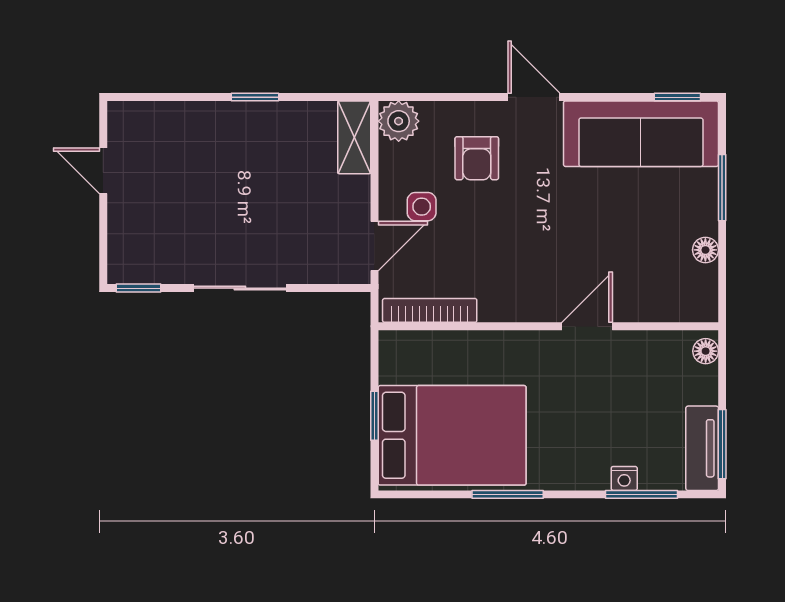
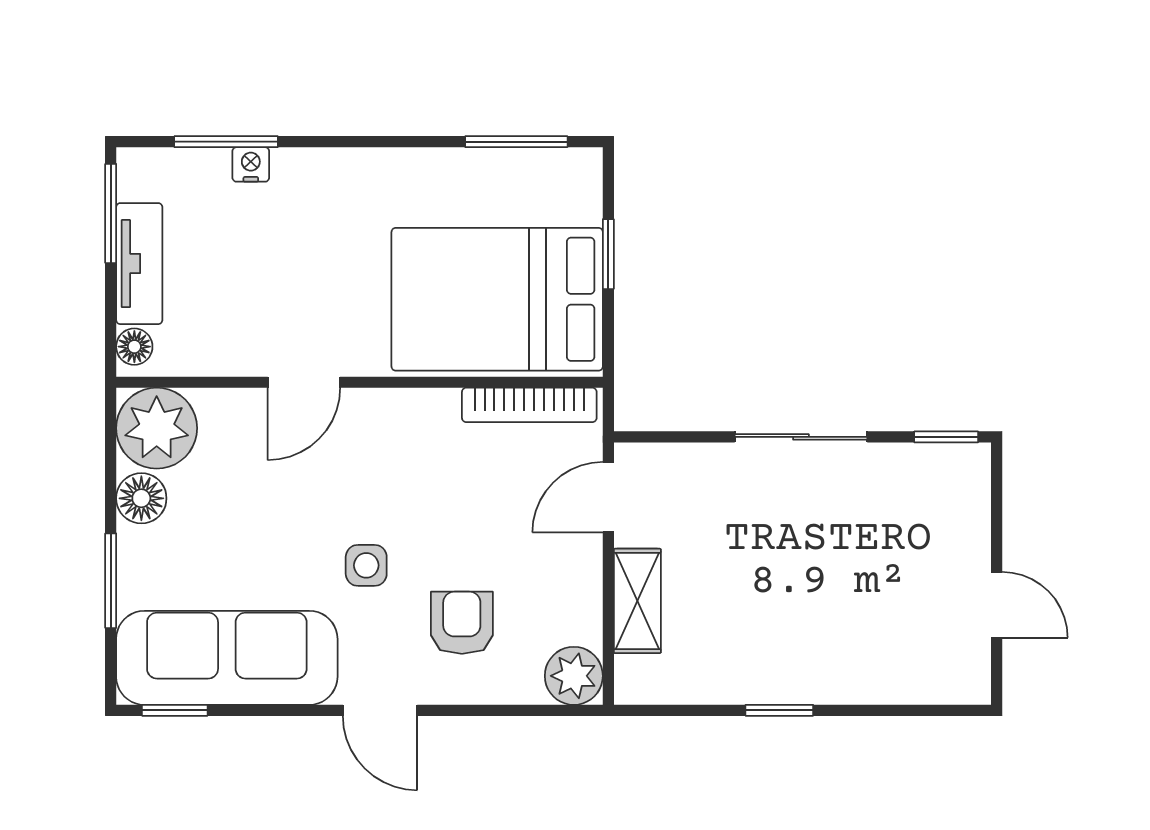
shelving: (354, 137) -> (637, 601), moved
side table: (422, 207) -> (366, 565), moved
floor lamp: (705, 250) -> (141, 498), width x1.37, depth x1.37
plant: (690, 294) -> (157, 428), added
bed: (452, 435) -> (497, 299), moved
tv unit: (702, 448) -> (139, 264), moved
window: (508, 494) -> (516, 142), moved

